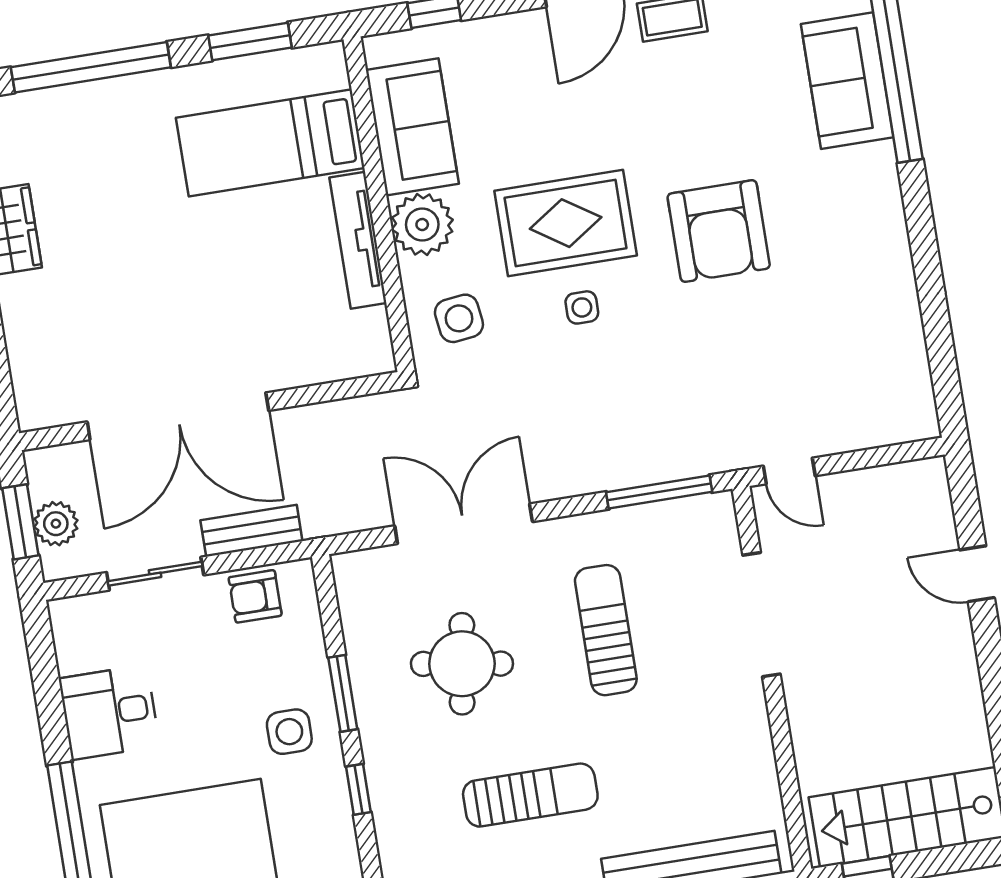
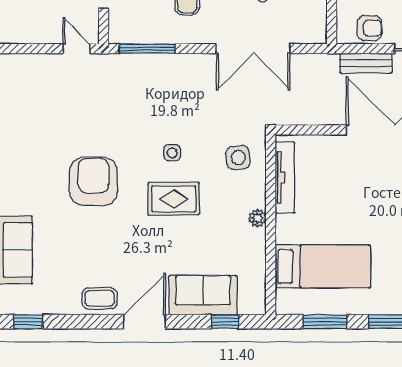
sofa: (412, 127) -> (203, 295), moved, turned 90
rug: (566, 223) -> (174, 199), width x0.73, depth x0.70
plant: (422, 225) -> (257, 218), width x0.53, depth x0.53
tv unit: (358, 240) -> (285, 178), moved

